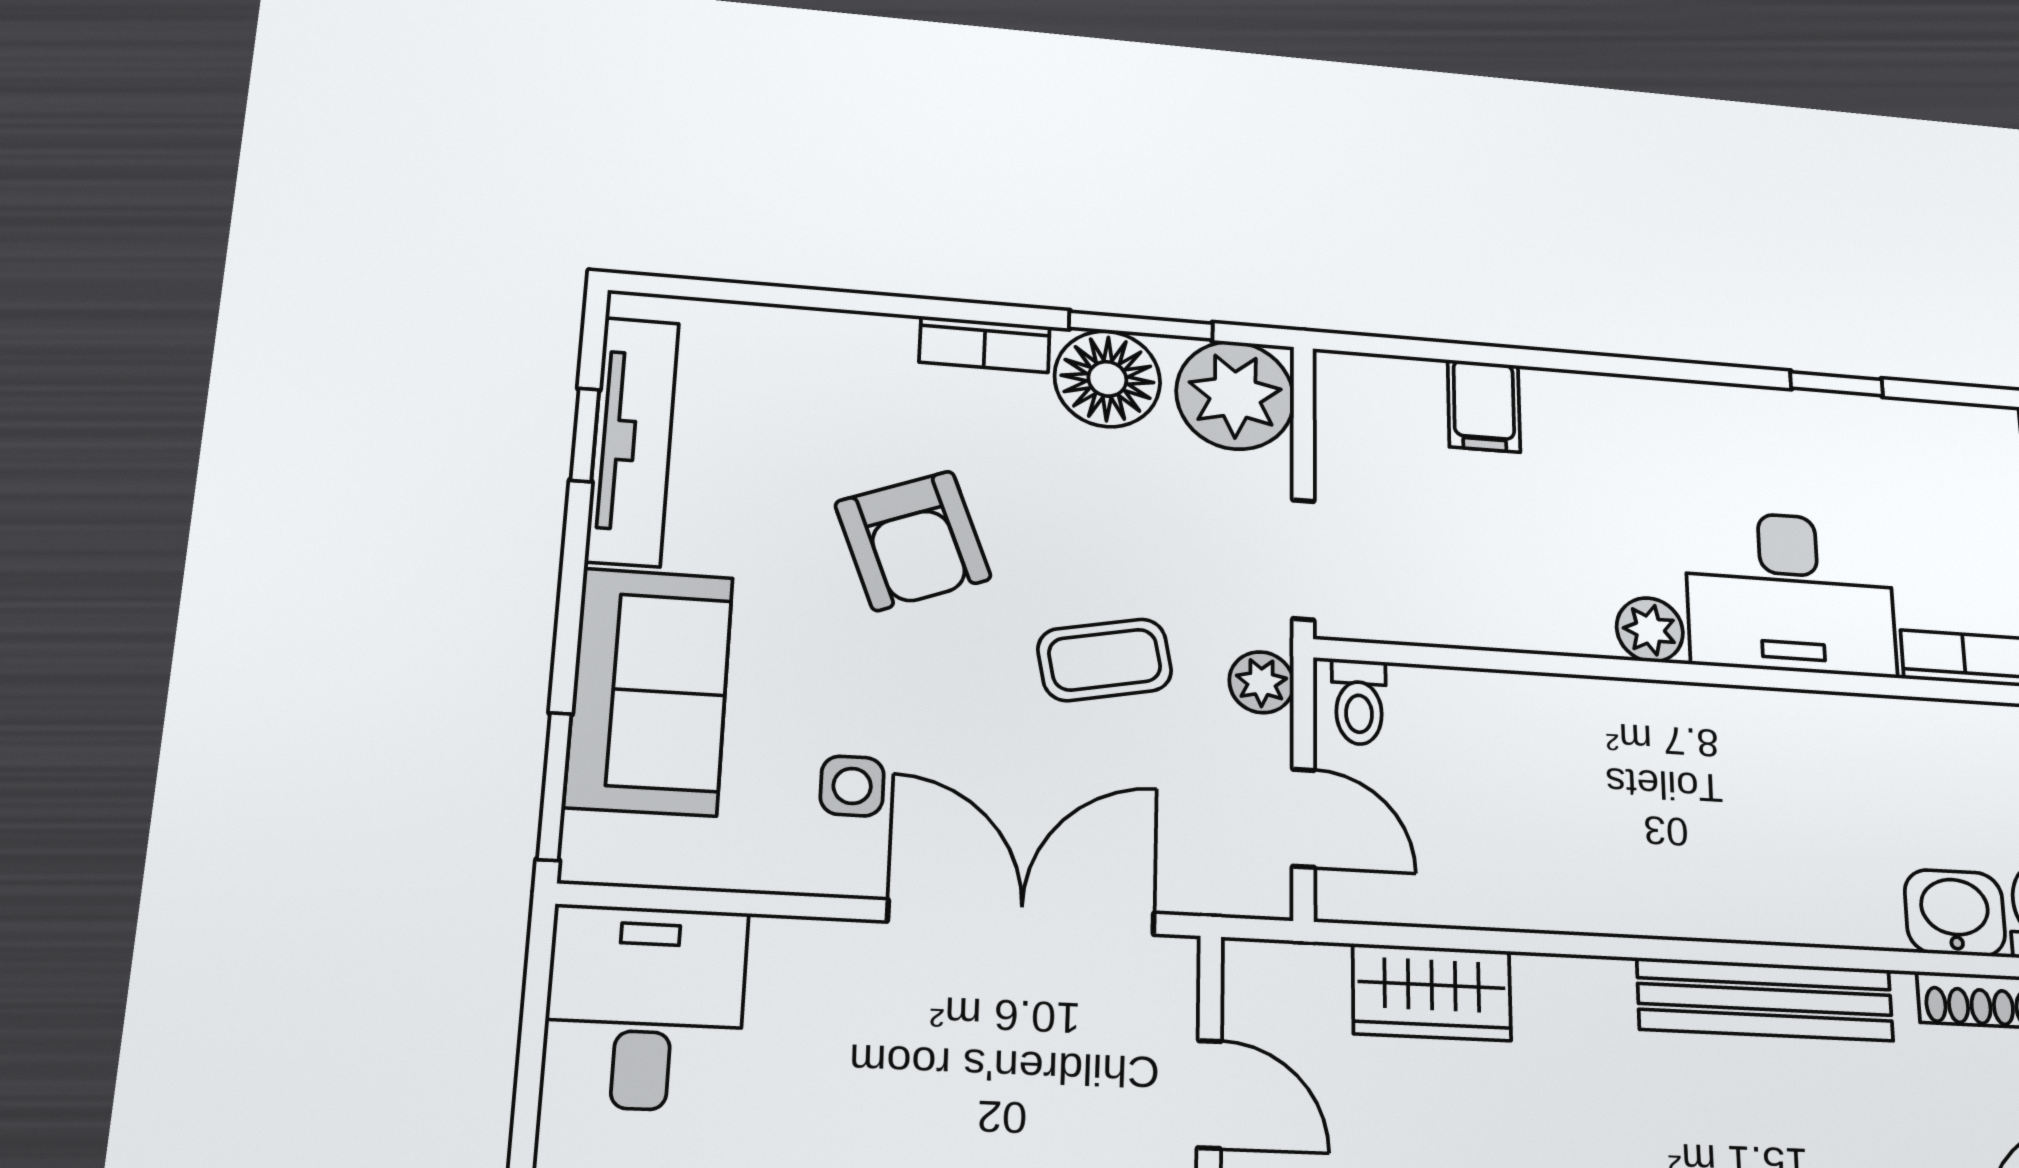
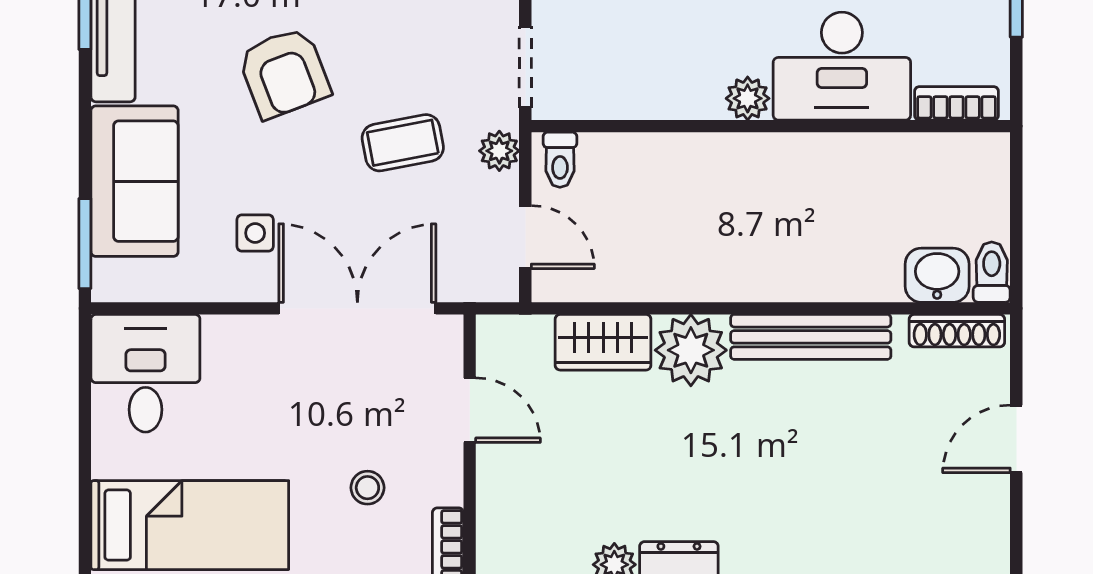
plant: (1575, 1012) -> (691, 350), added

